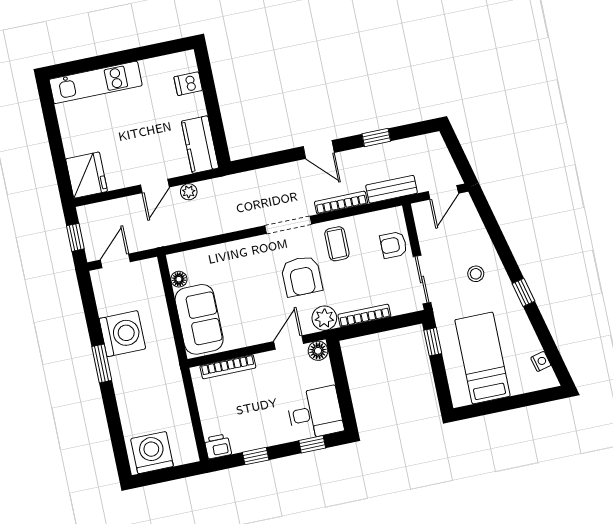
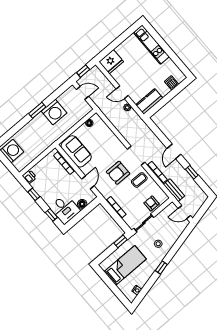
plant: (324, 318) -> (106, 192), removed
sofa: (199, 319) -> (76, 151), moved, turned -90
door: (289, 343) -> (88, 182), hinge flipped
floor lamp: (318, 351) -> (82, 204), moved

